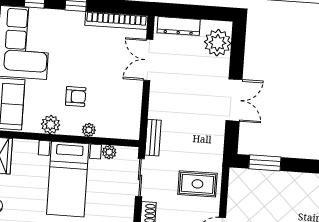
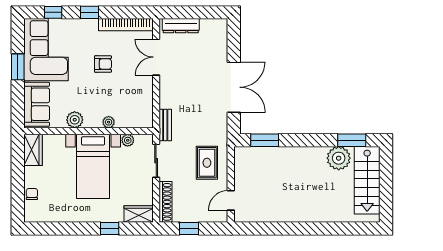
plant: (218, 43) -> (216, 38), removed
armchair: (76, 96) -> (103, 64), moved
double door: (234, 100) -> (234, 87), width x1.37
rug: (197, 184) -> (207, 163), turned 90

